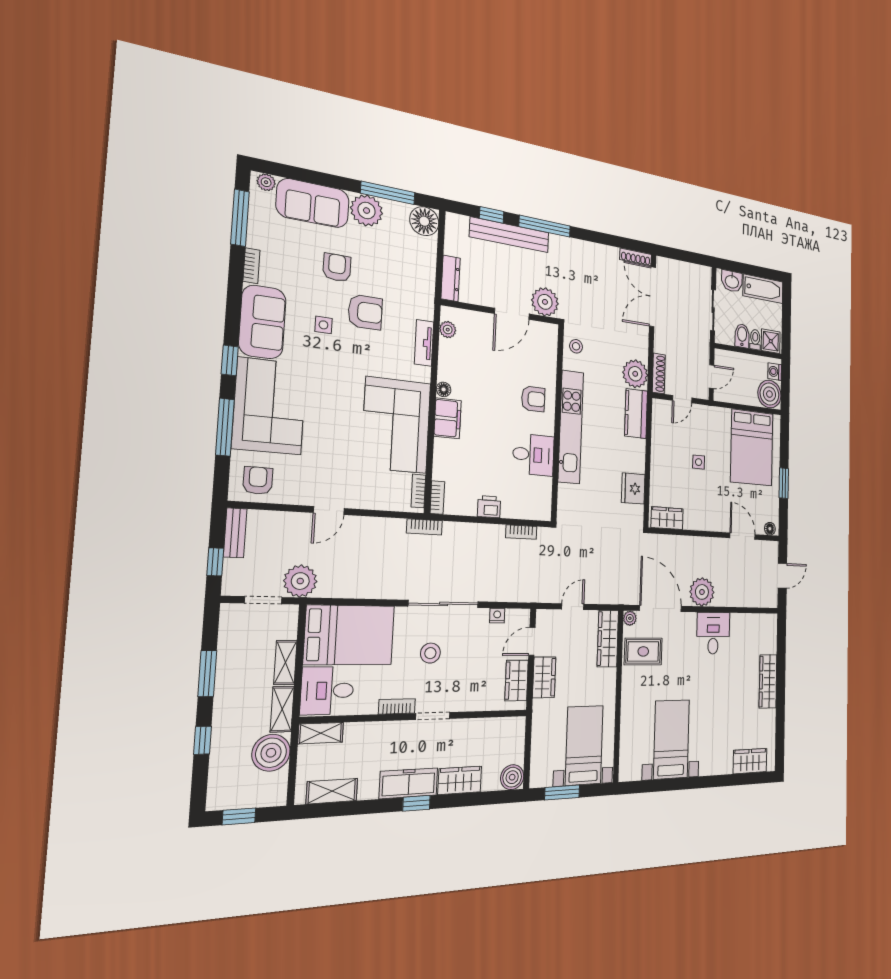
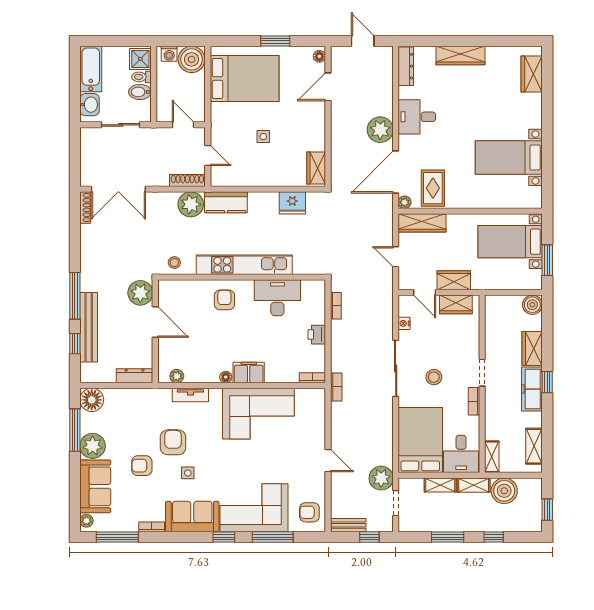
desk: (533, 455) -> (277, 298), width x1.37
bookcase: (418, 491) -> (308, 393), removed
dresser: (760, 622) -> (406, 66), added

